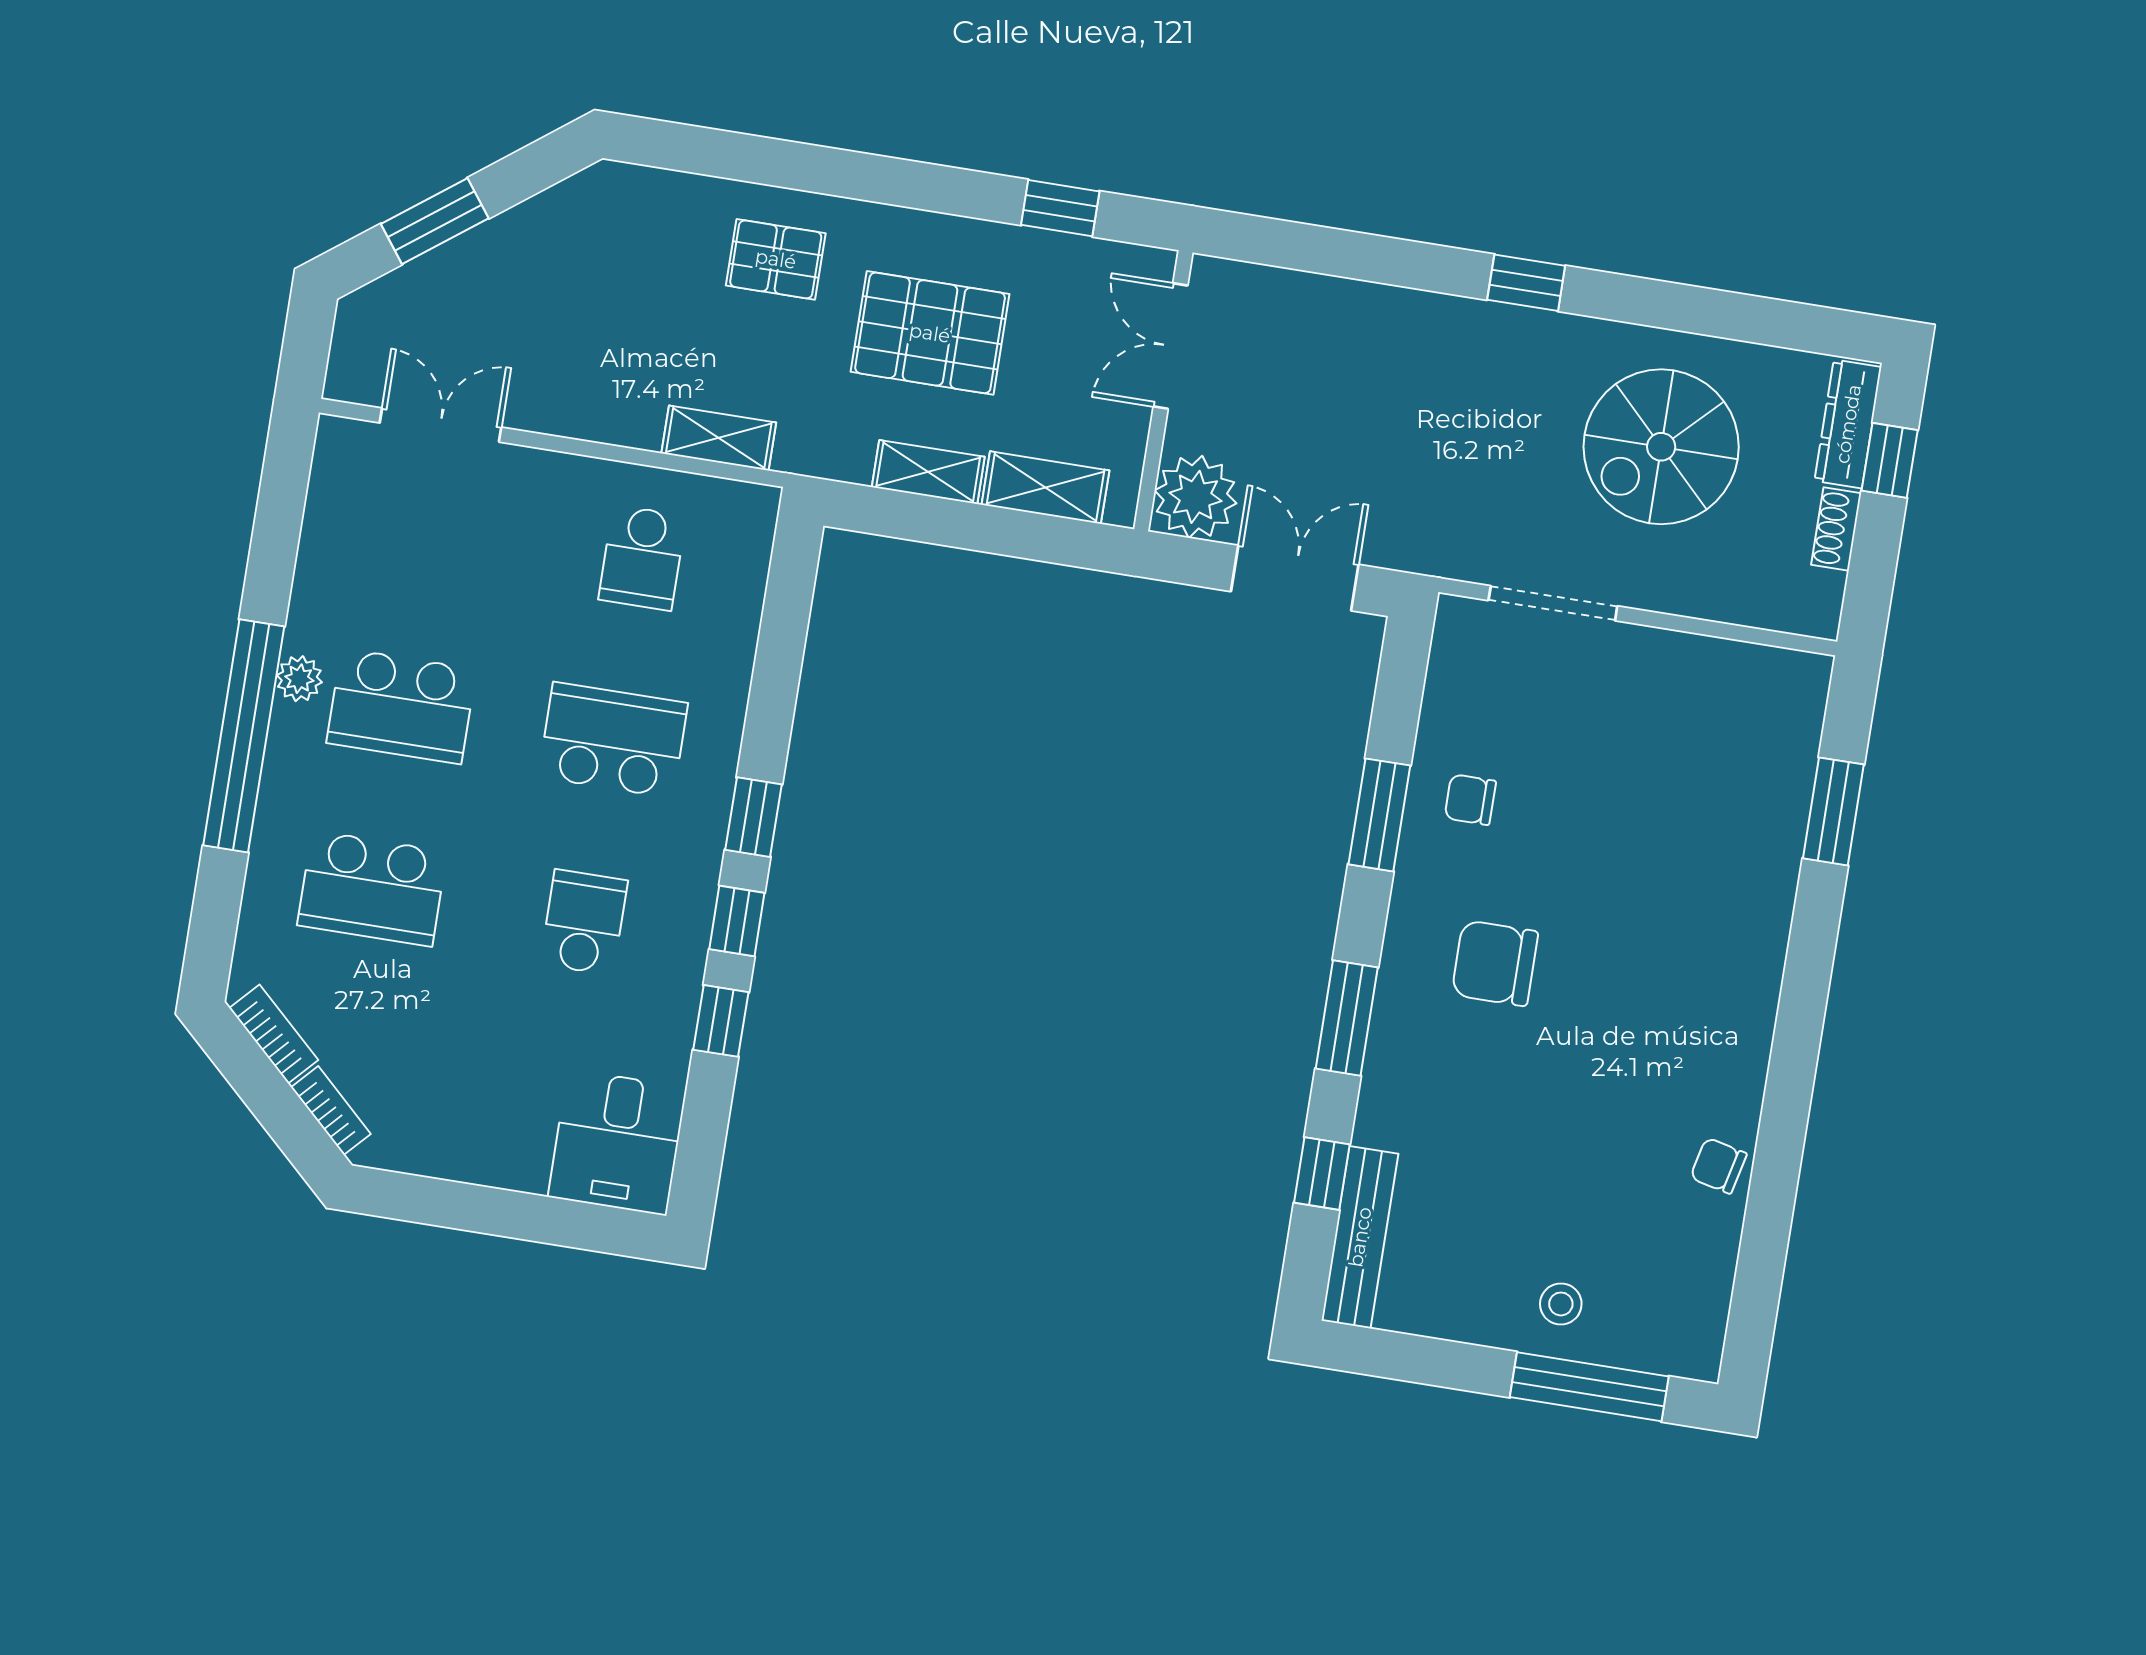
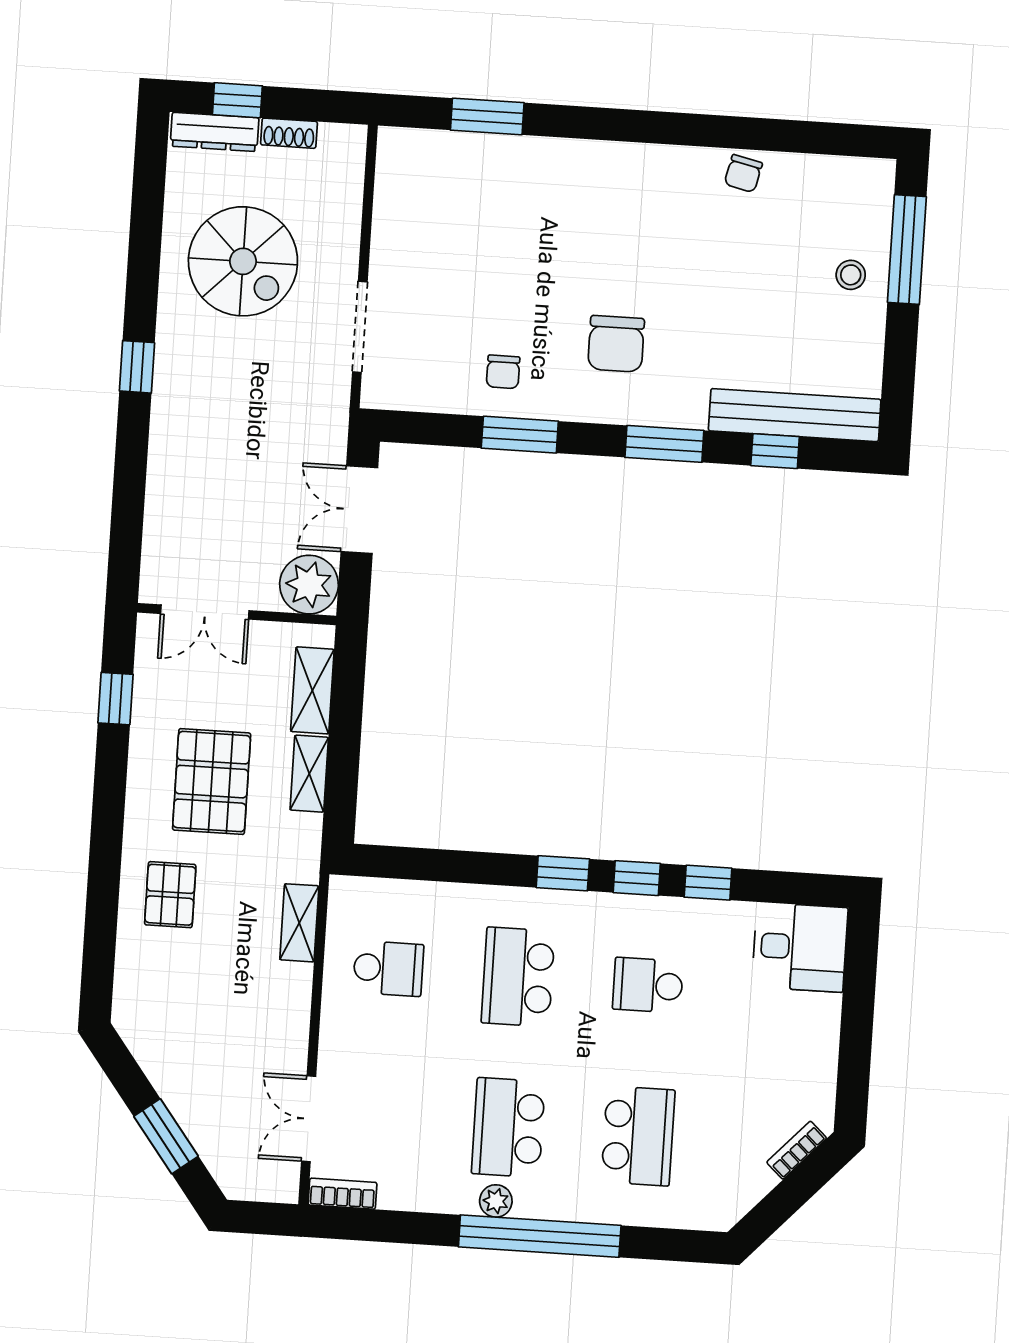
school desk: (401, 706) -> (508, 1128), turned 180
bookcase: (274, 1034) -> (342, 1194), moved, turned 47
bench: (1360, 1237) -> (795, 415), width x1.37, depth x1.21

